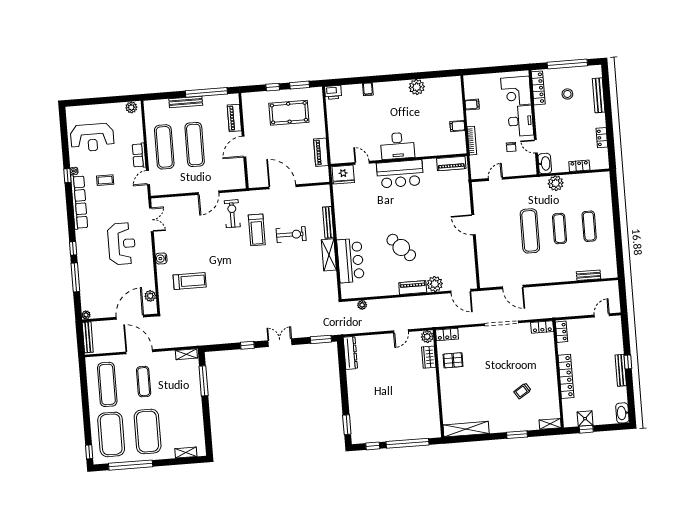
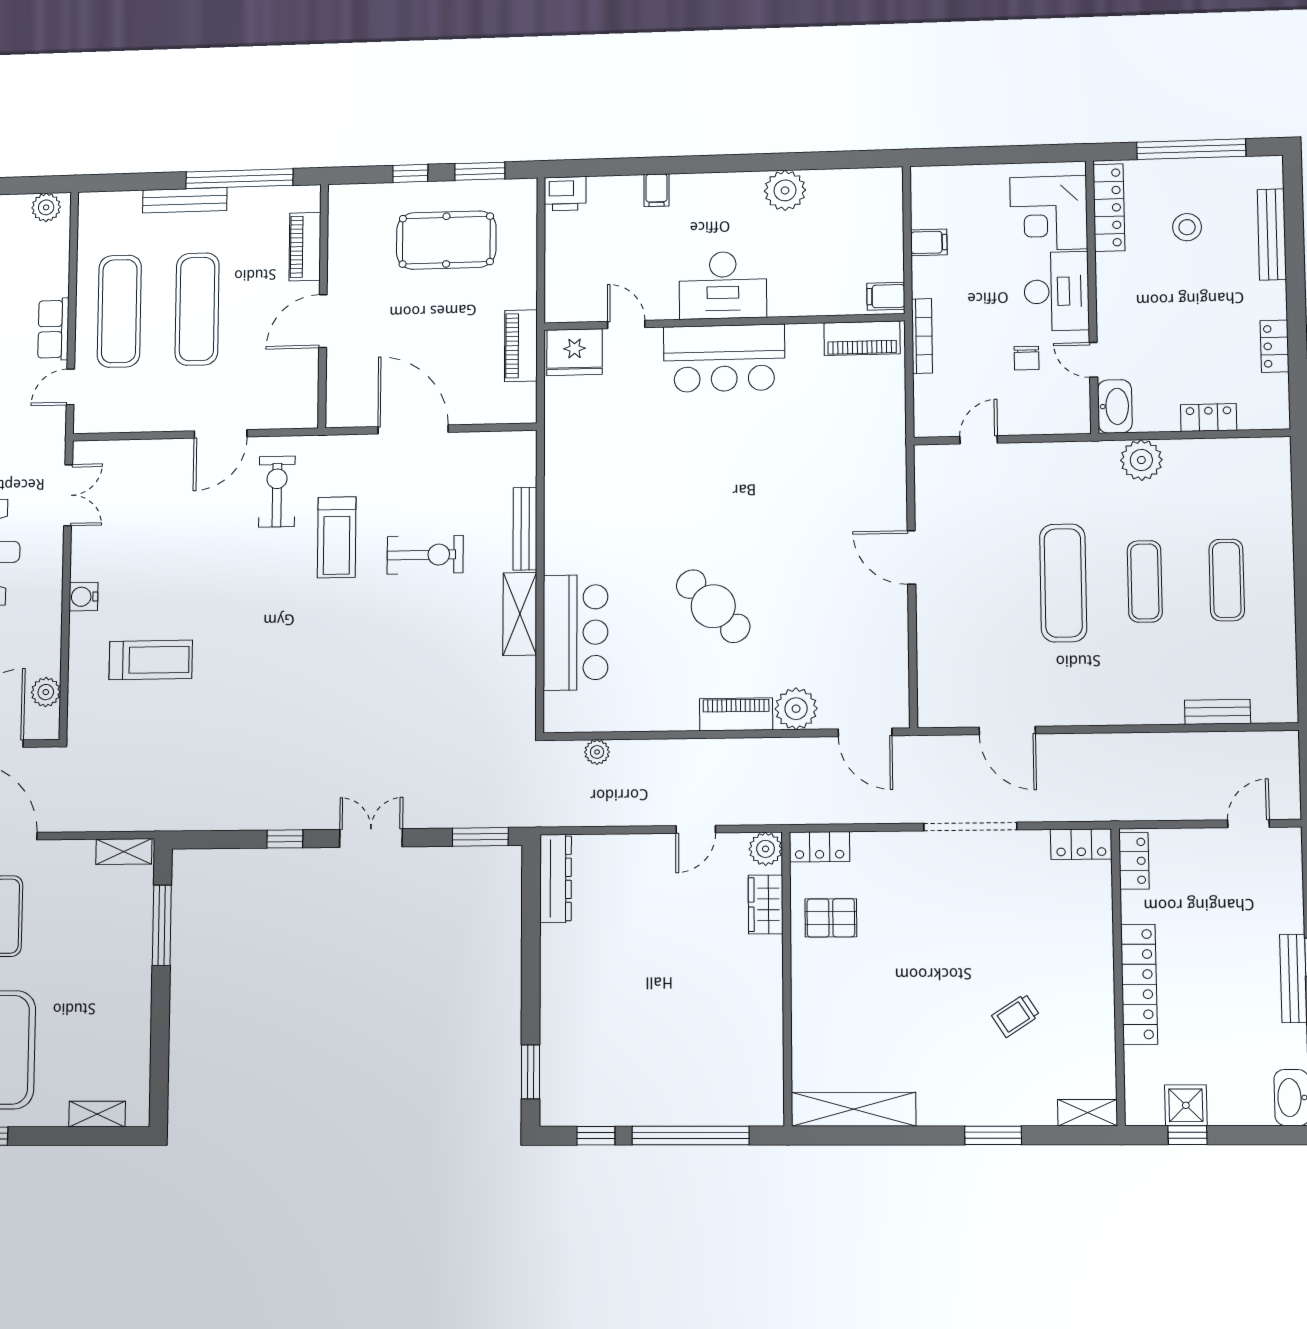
desk: (397, 146) -> (723, 285), moved
wall: (399, 160) -> (723, 322), moved
door: (362, 163) -> (626, 324), moved
piano: (451, 163) -> (862, 338), moved
bar counter: (400, 174) -> (724, 358), moved
fridge: (343, 175) -> (575, 352), moved

